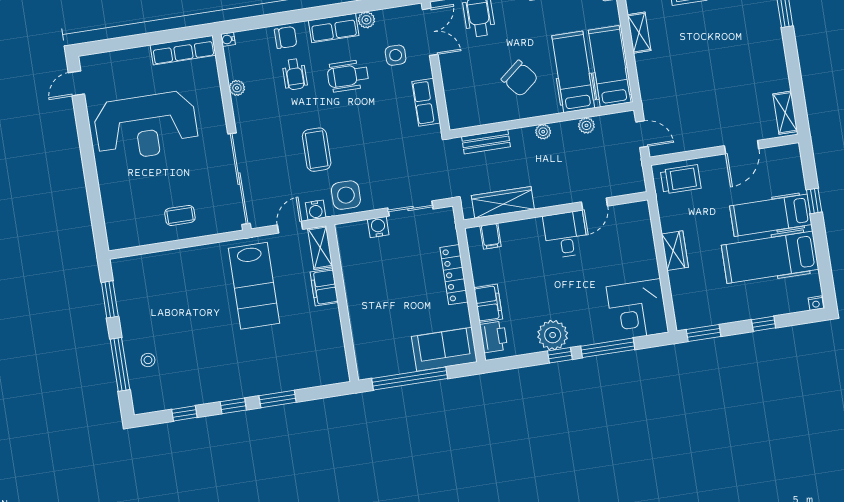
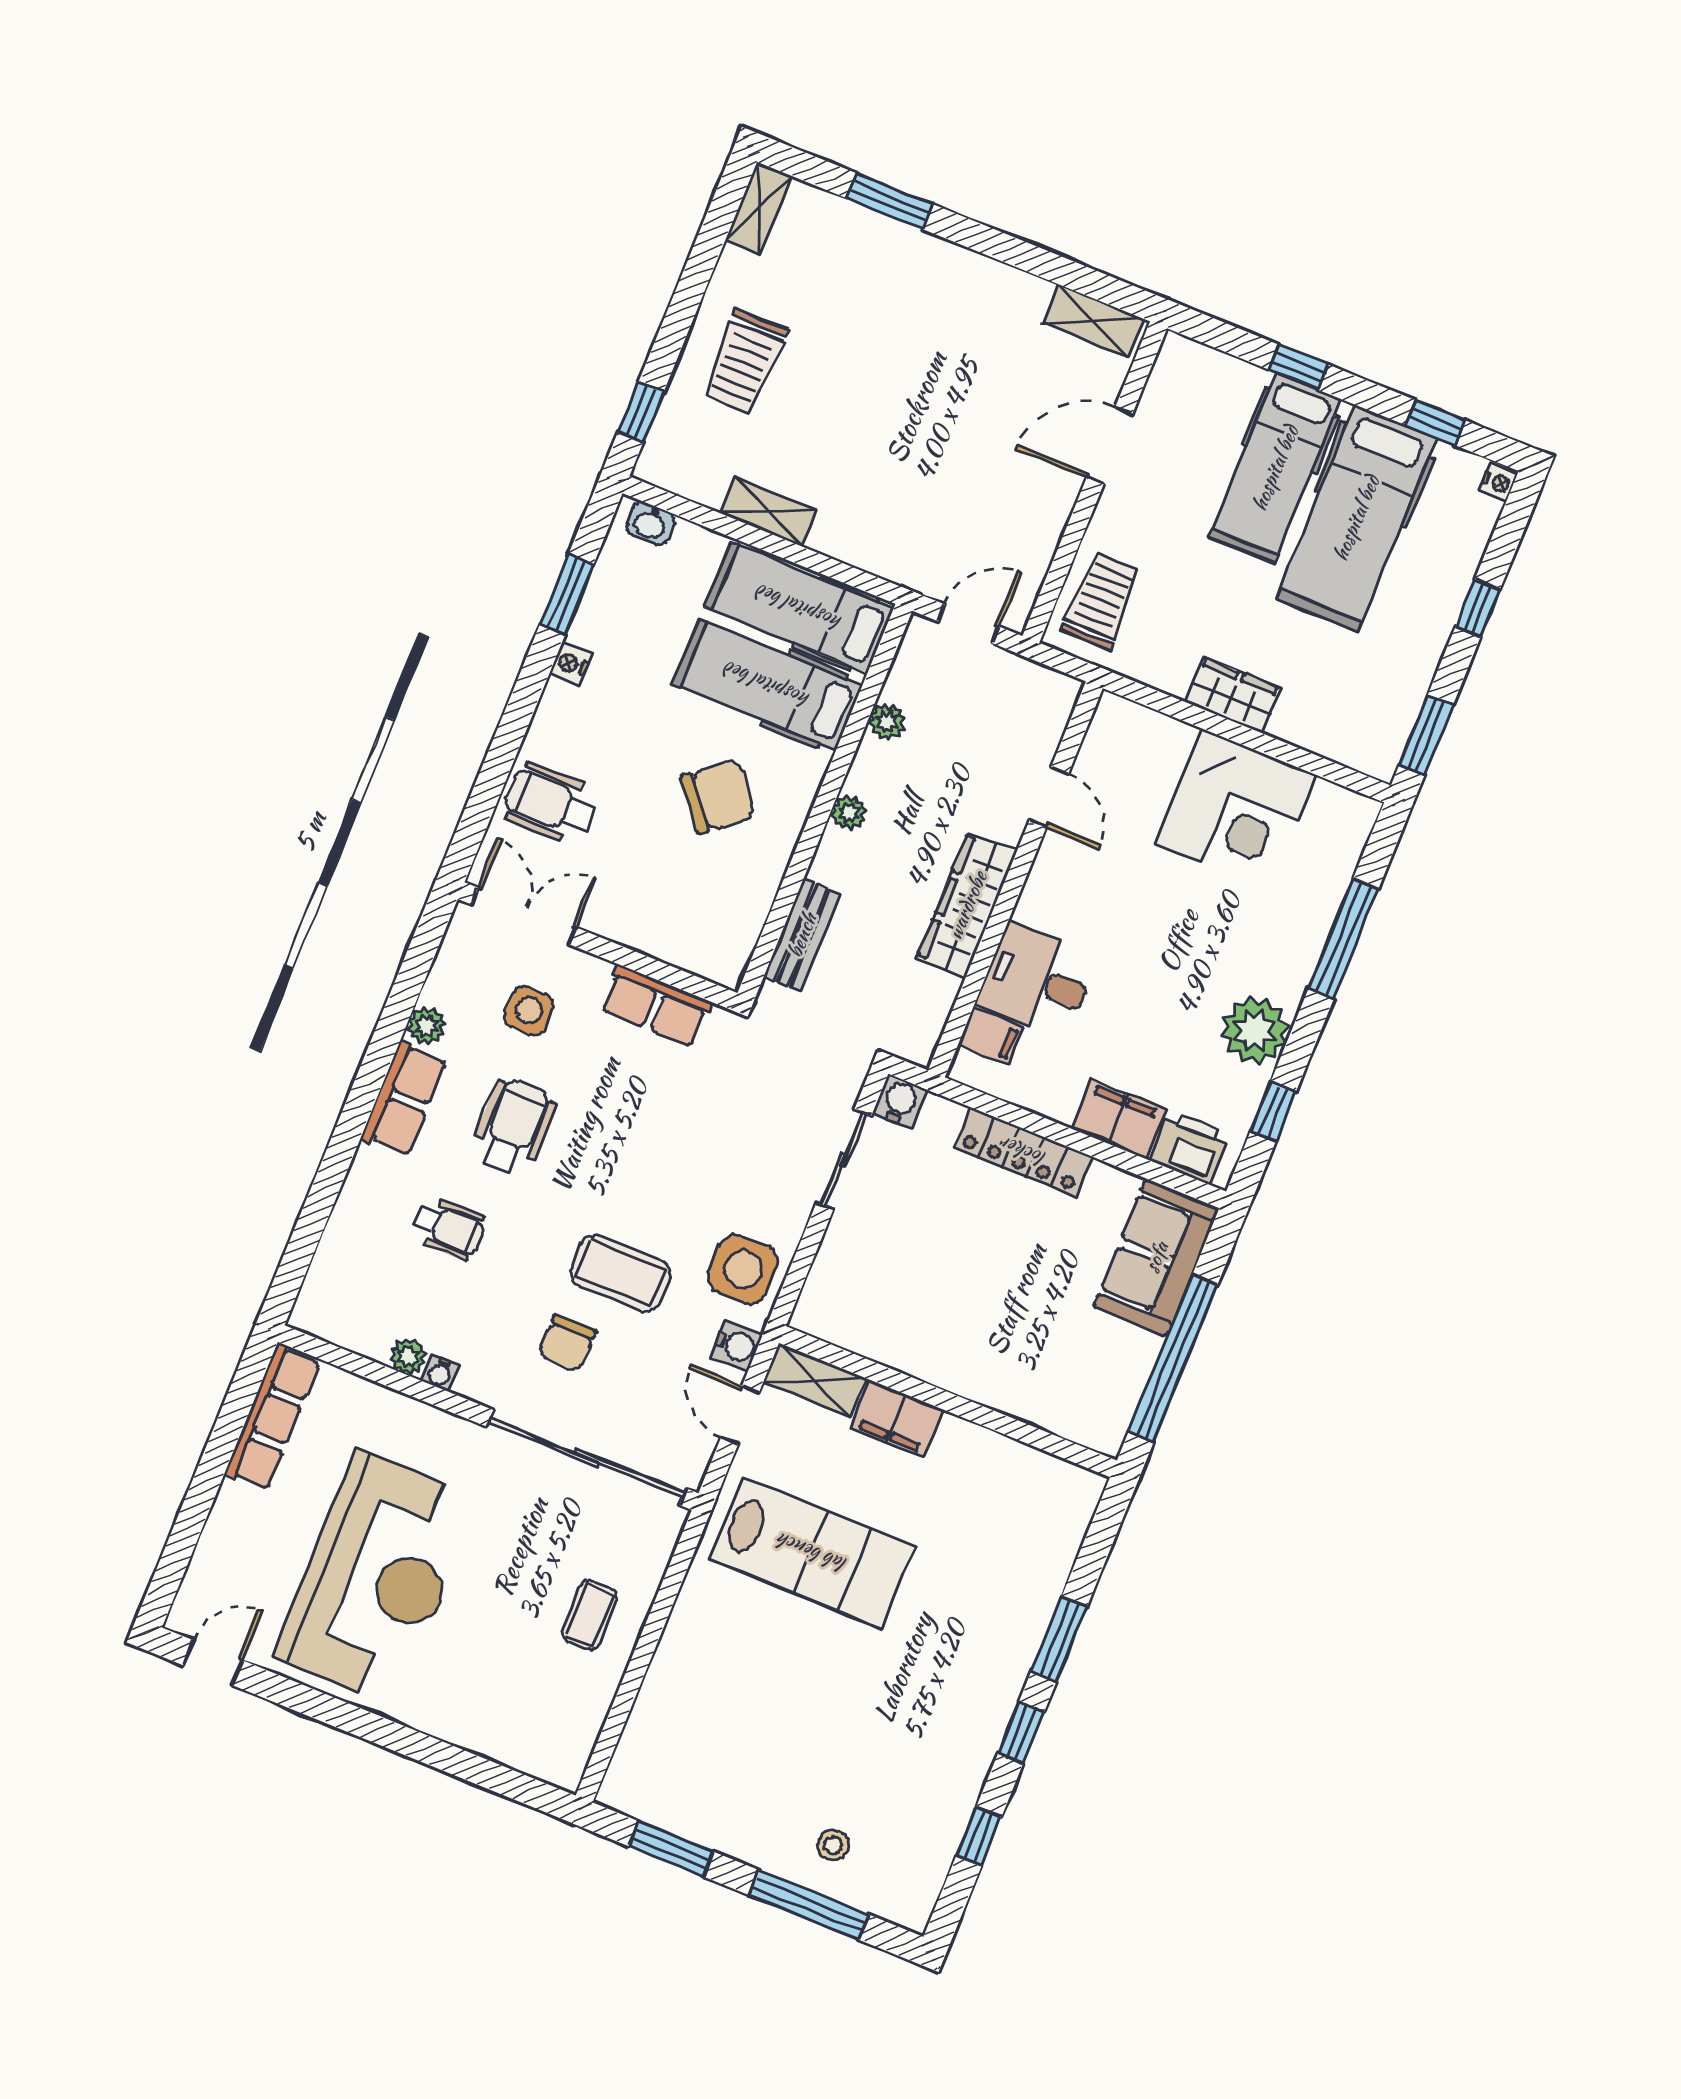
chair: (286, 37) -> (567, 1343), moved, turned 180
water cooler: (228, 39) -> (440, 1373), moved
wheelchair: (348, 76) -> (513, 1127), turned 180
door: (76, 83) -> (213, 1663), swing flipped
door: (742, 147) -> (1110, 445), swing flipped
wardrobe: (503, 202) -> (967, 905), moved
water cooler: (378, 227) -> (900, 1101), moved, turned 90
desk: (566, 234) -> (1037, 980), moved
window: (824, 266) -> (1435, 423), added
corner desk: (637, 310) -> (1236, 809), moved
window: (560, 355) -> (1273, 1112), moved

